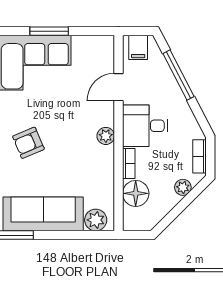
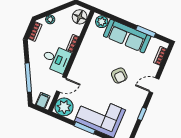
plant: (106, 136) -> (64, 107), moved, width x1.88, depth x1.88
armchair: (28, 143) -> (119, 76), turned 66
floor lamp: (136, 193) -> (80, 17), moved

